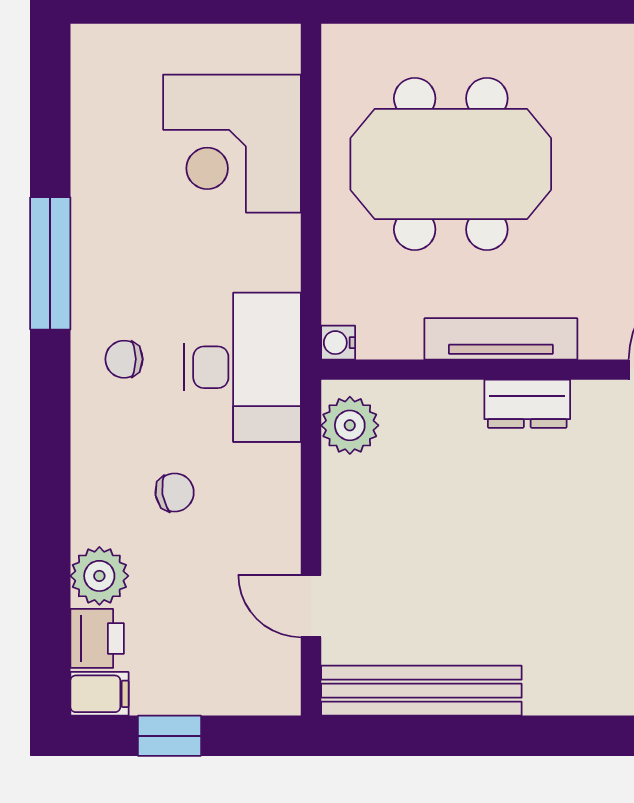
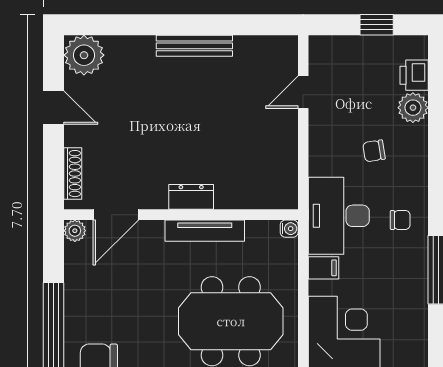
plant: (350, 425) -> (283, 186), removed
door: (311, 606) -> (303, 92), swing flipped
bench: (421, 691) -> (194, 46), moved, width x0.73, depth x0.82
filing cabinet: (99, 694) -> (324, 268), moved, turned 180

